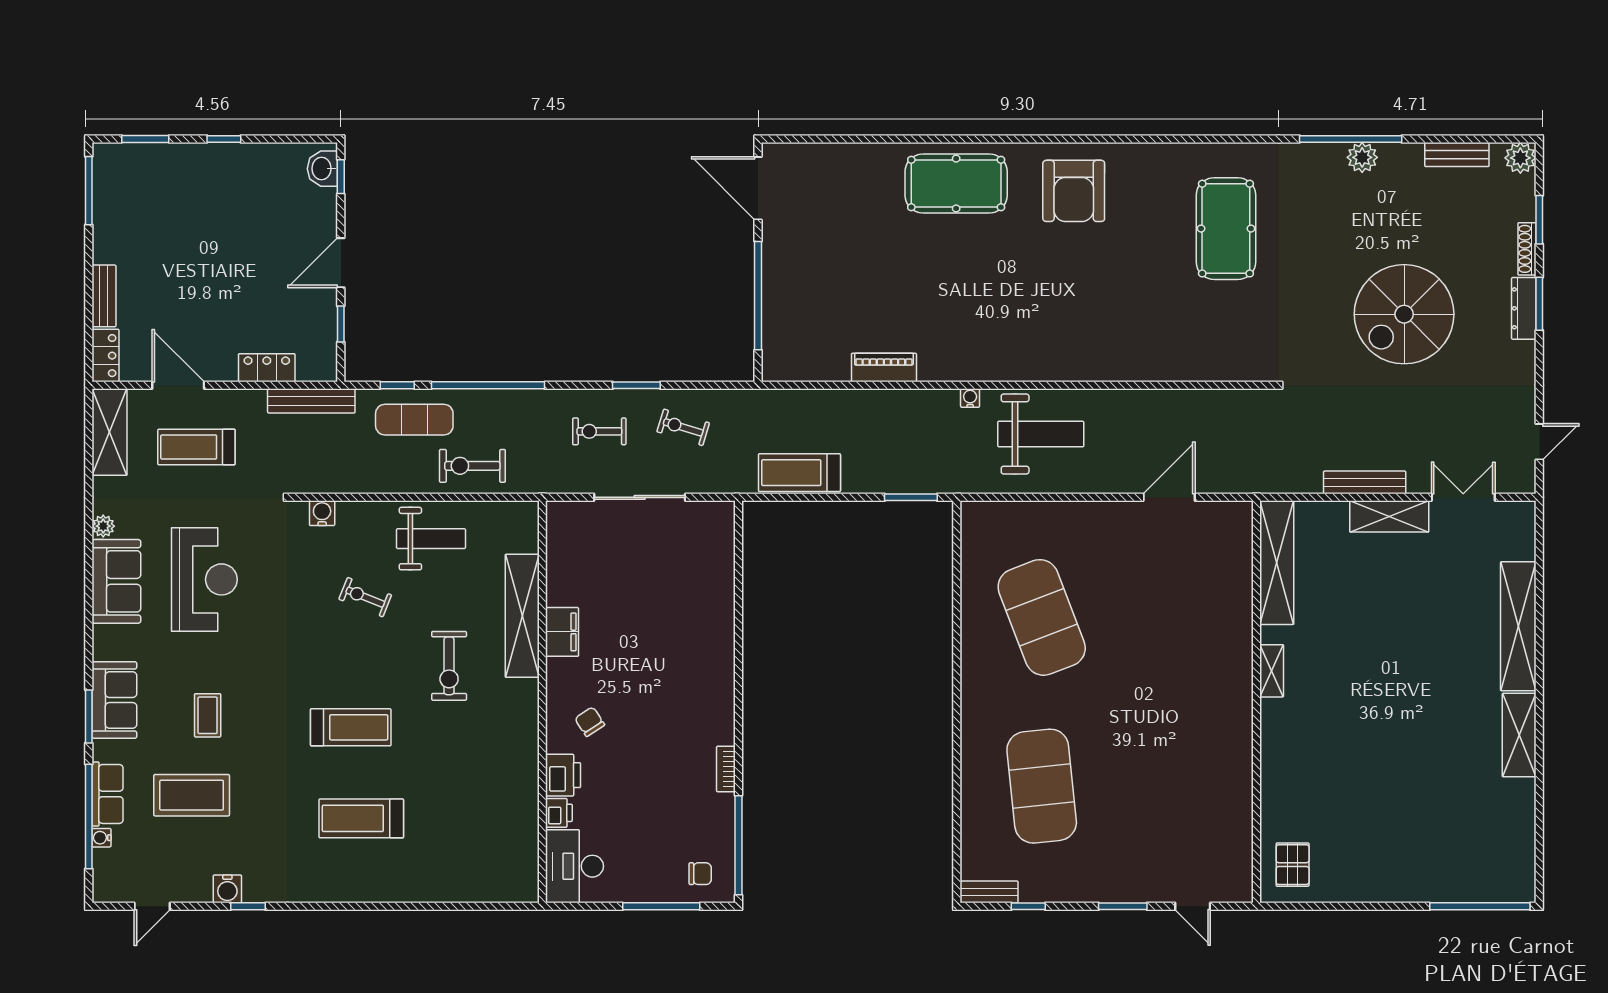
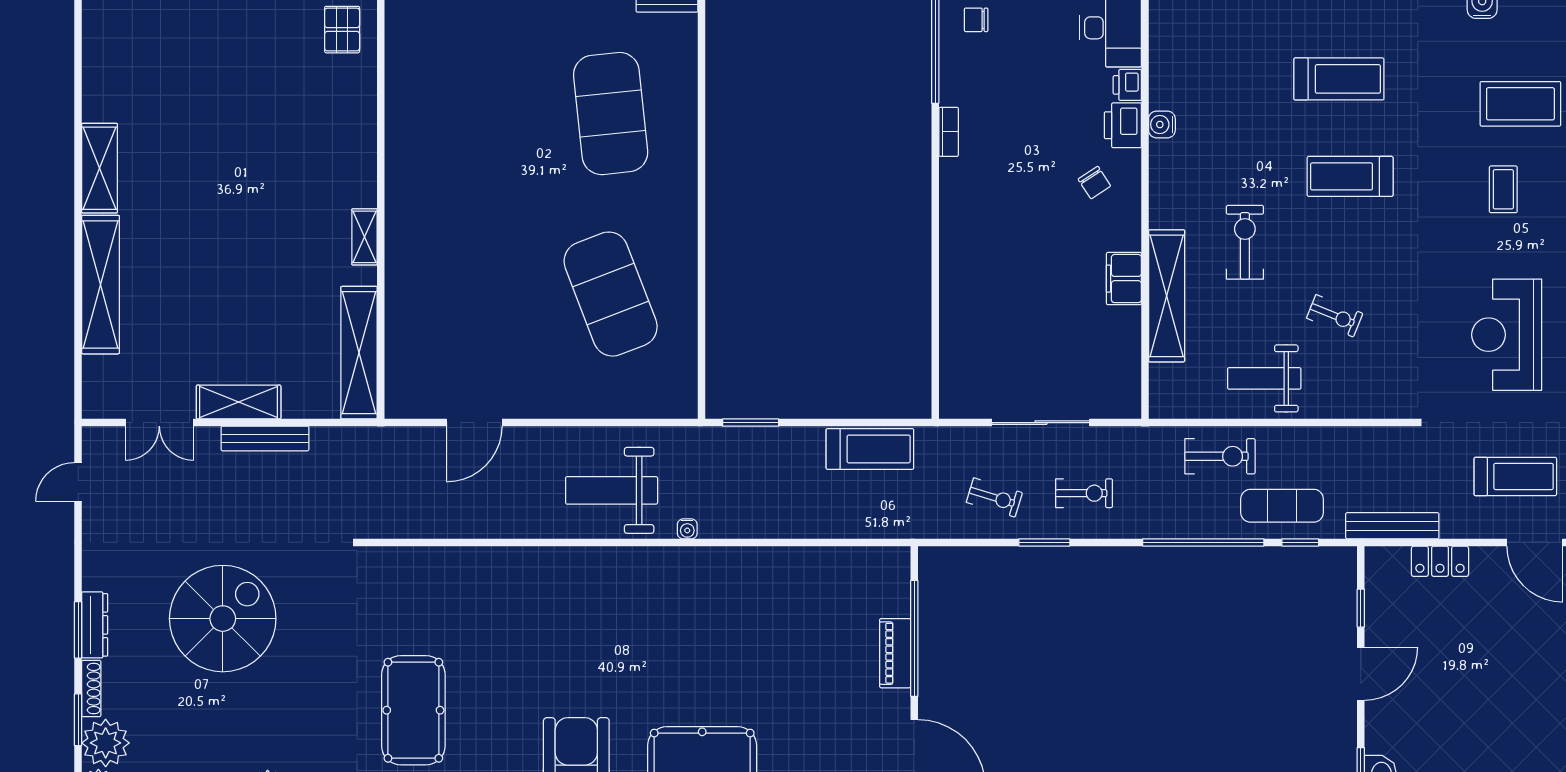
plant: (1514, 198) -> (106, 743), added
piano: (884, 368) -> (895, 653), moved, turned 90
water cooler: (322, 513) -> (1162, 124), moved, turned 90

